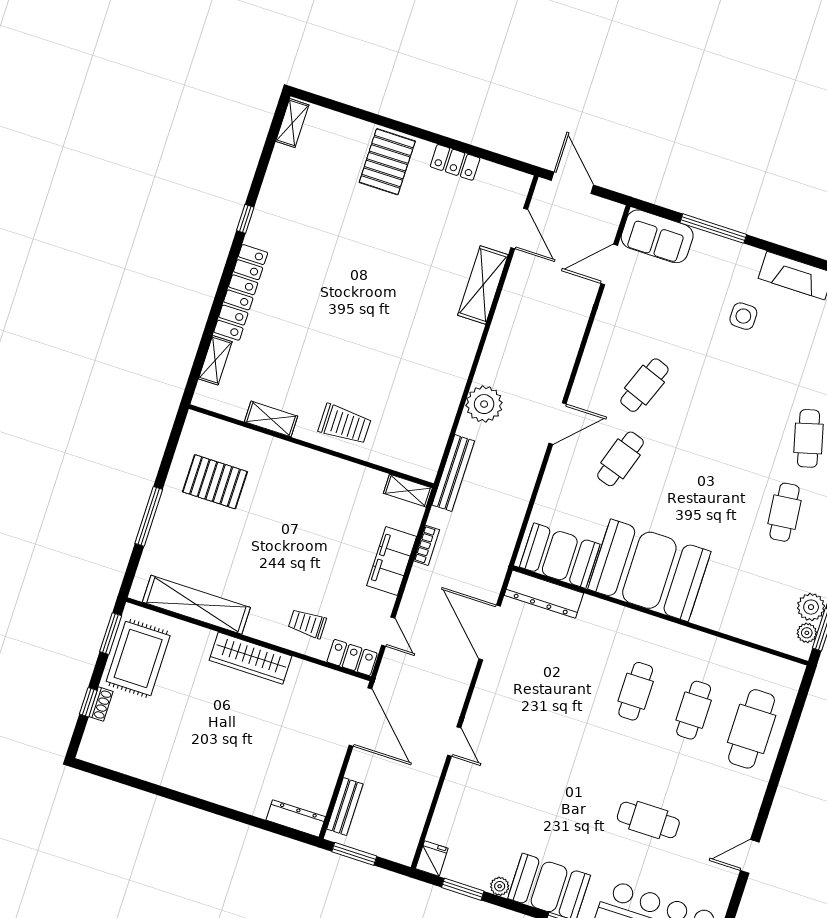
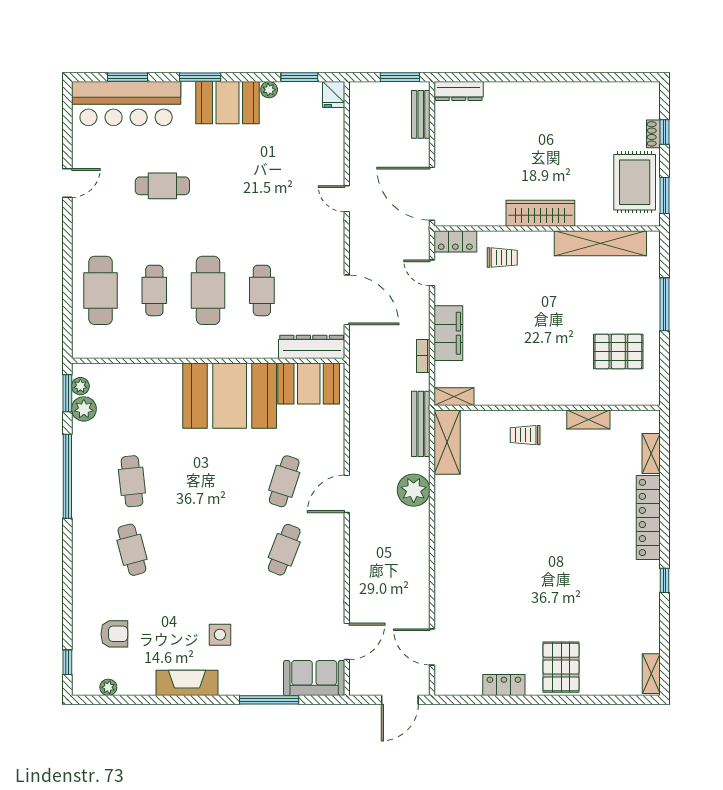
door: (572, 183) -> (400, 700), hinge flipped
shelving: (483, 285) -> (447, 442), moved
trolley: (345, 424) -> (525, 435), width x0.73, depth x0.72
cafe table: (578, 672) -> (262, 290), added
cafe table: (636, 691) -> (208, 290), width x1.37, depth x1.35

